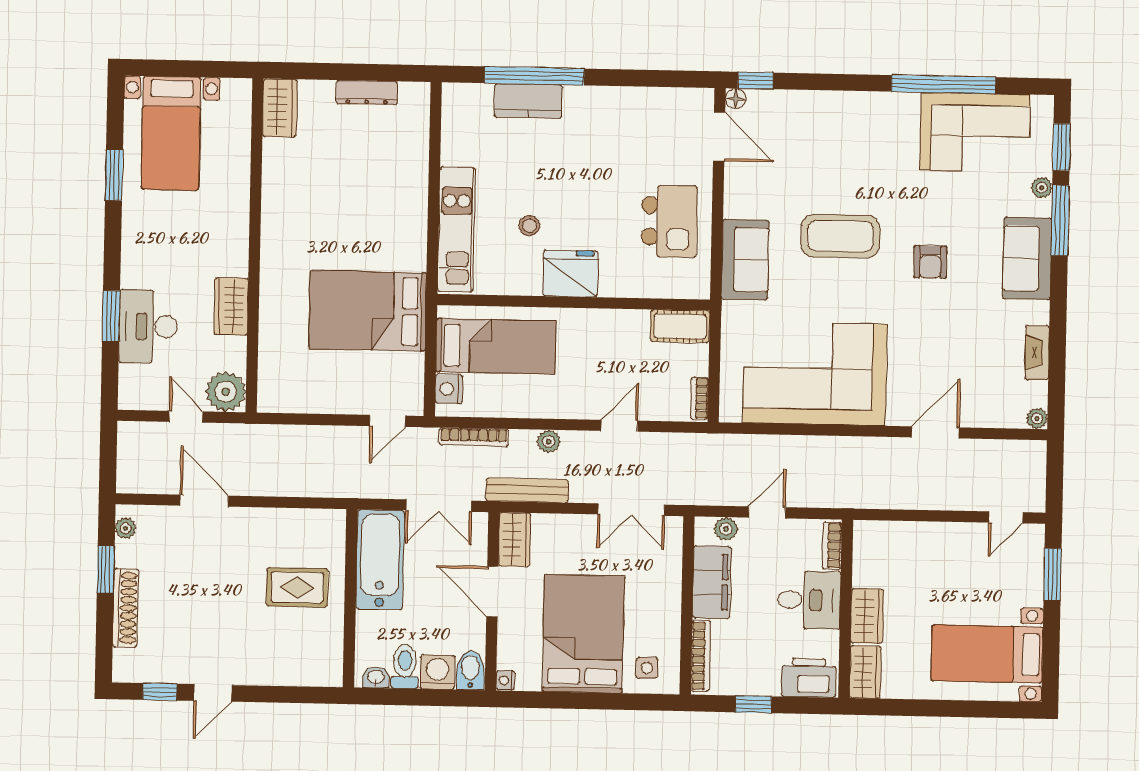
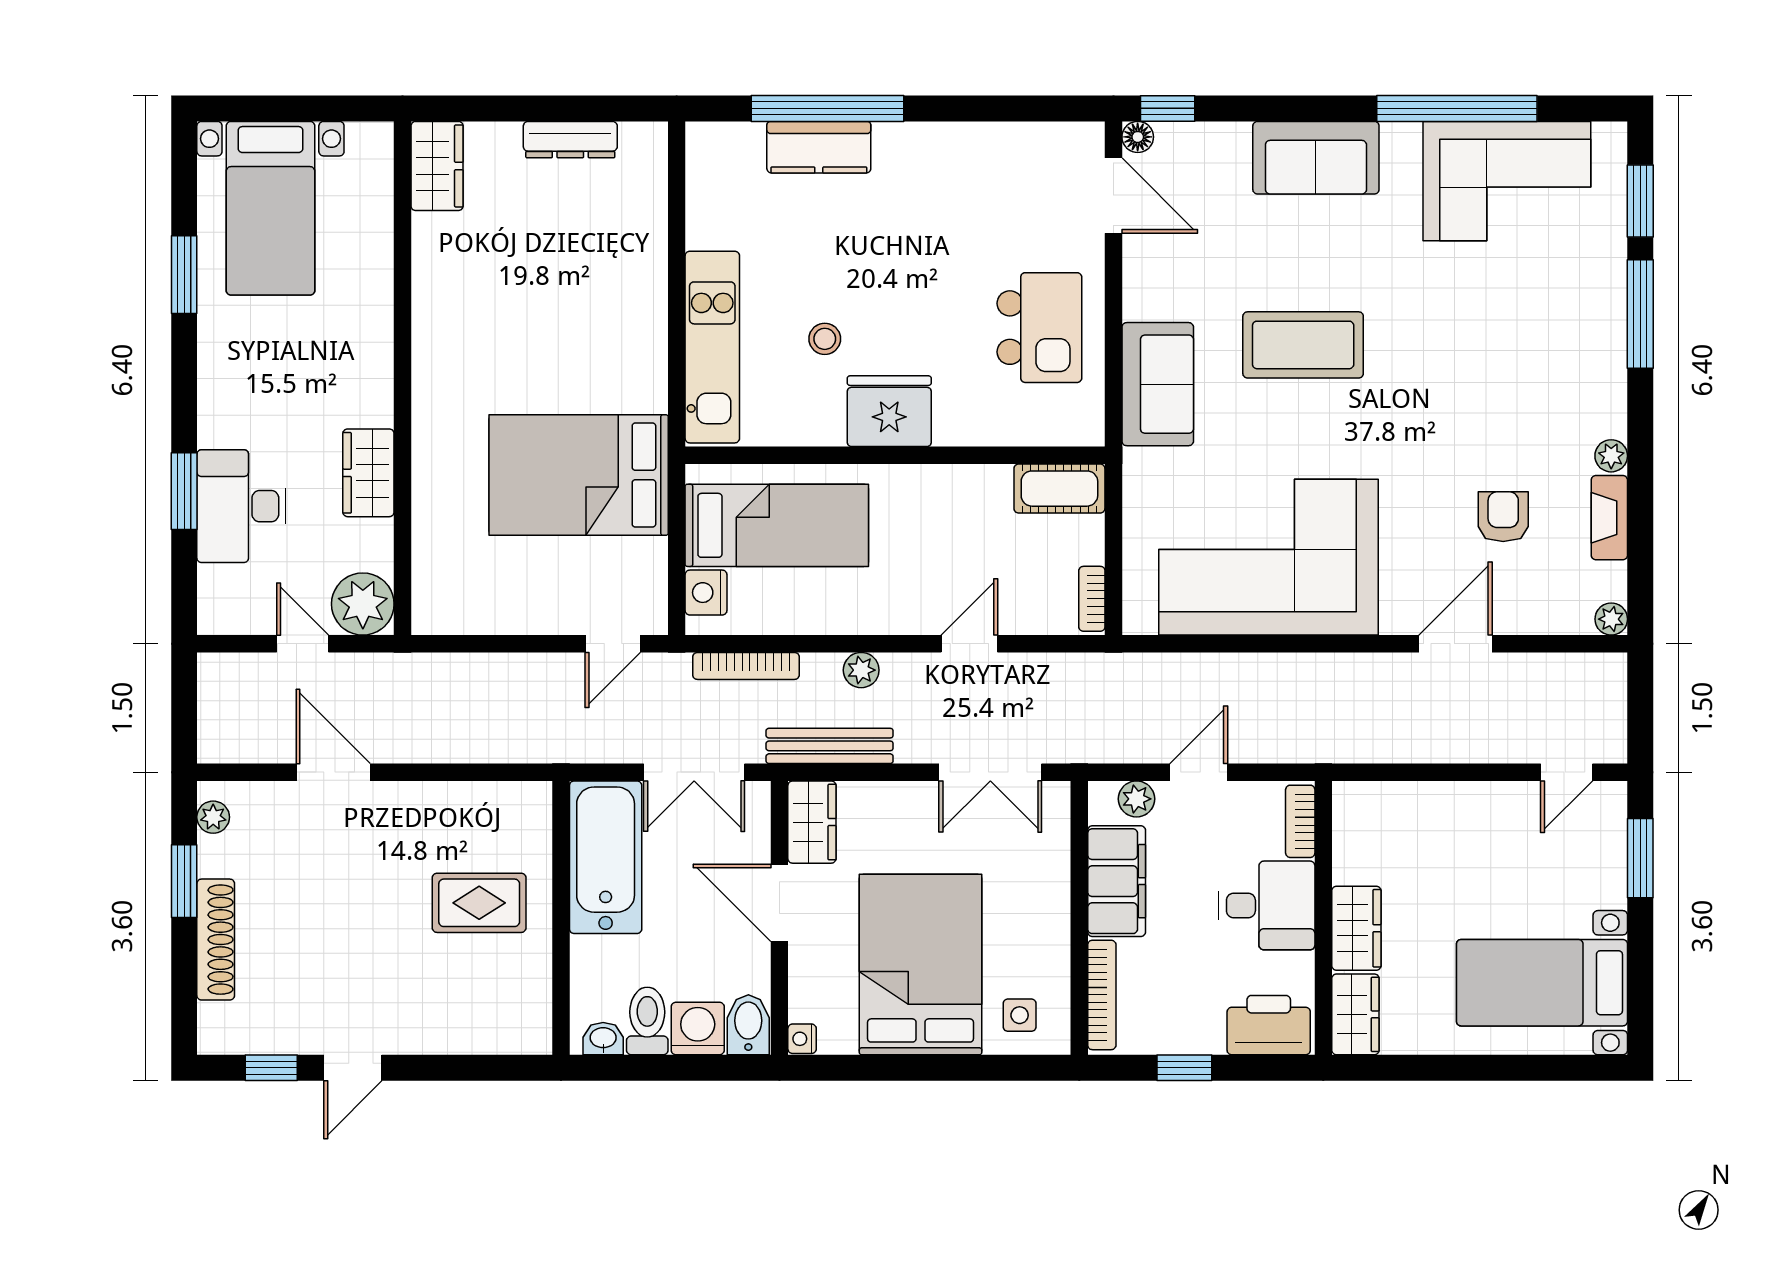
plant: (1042, 188) -> (1611, 456), moved
sofa: (1027, 258) -> (1316, 158), moved, turned -90
armchair: (930, 262) -> (1503, 517), moved, turned 180

